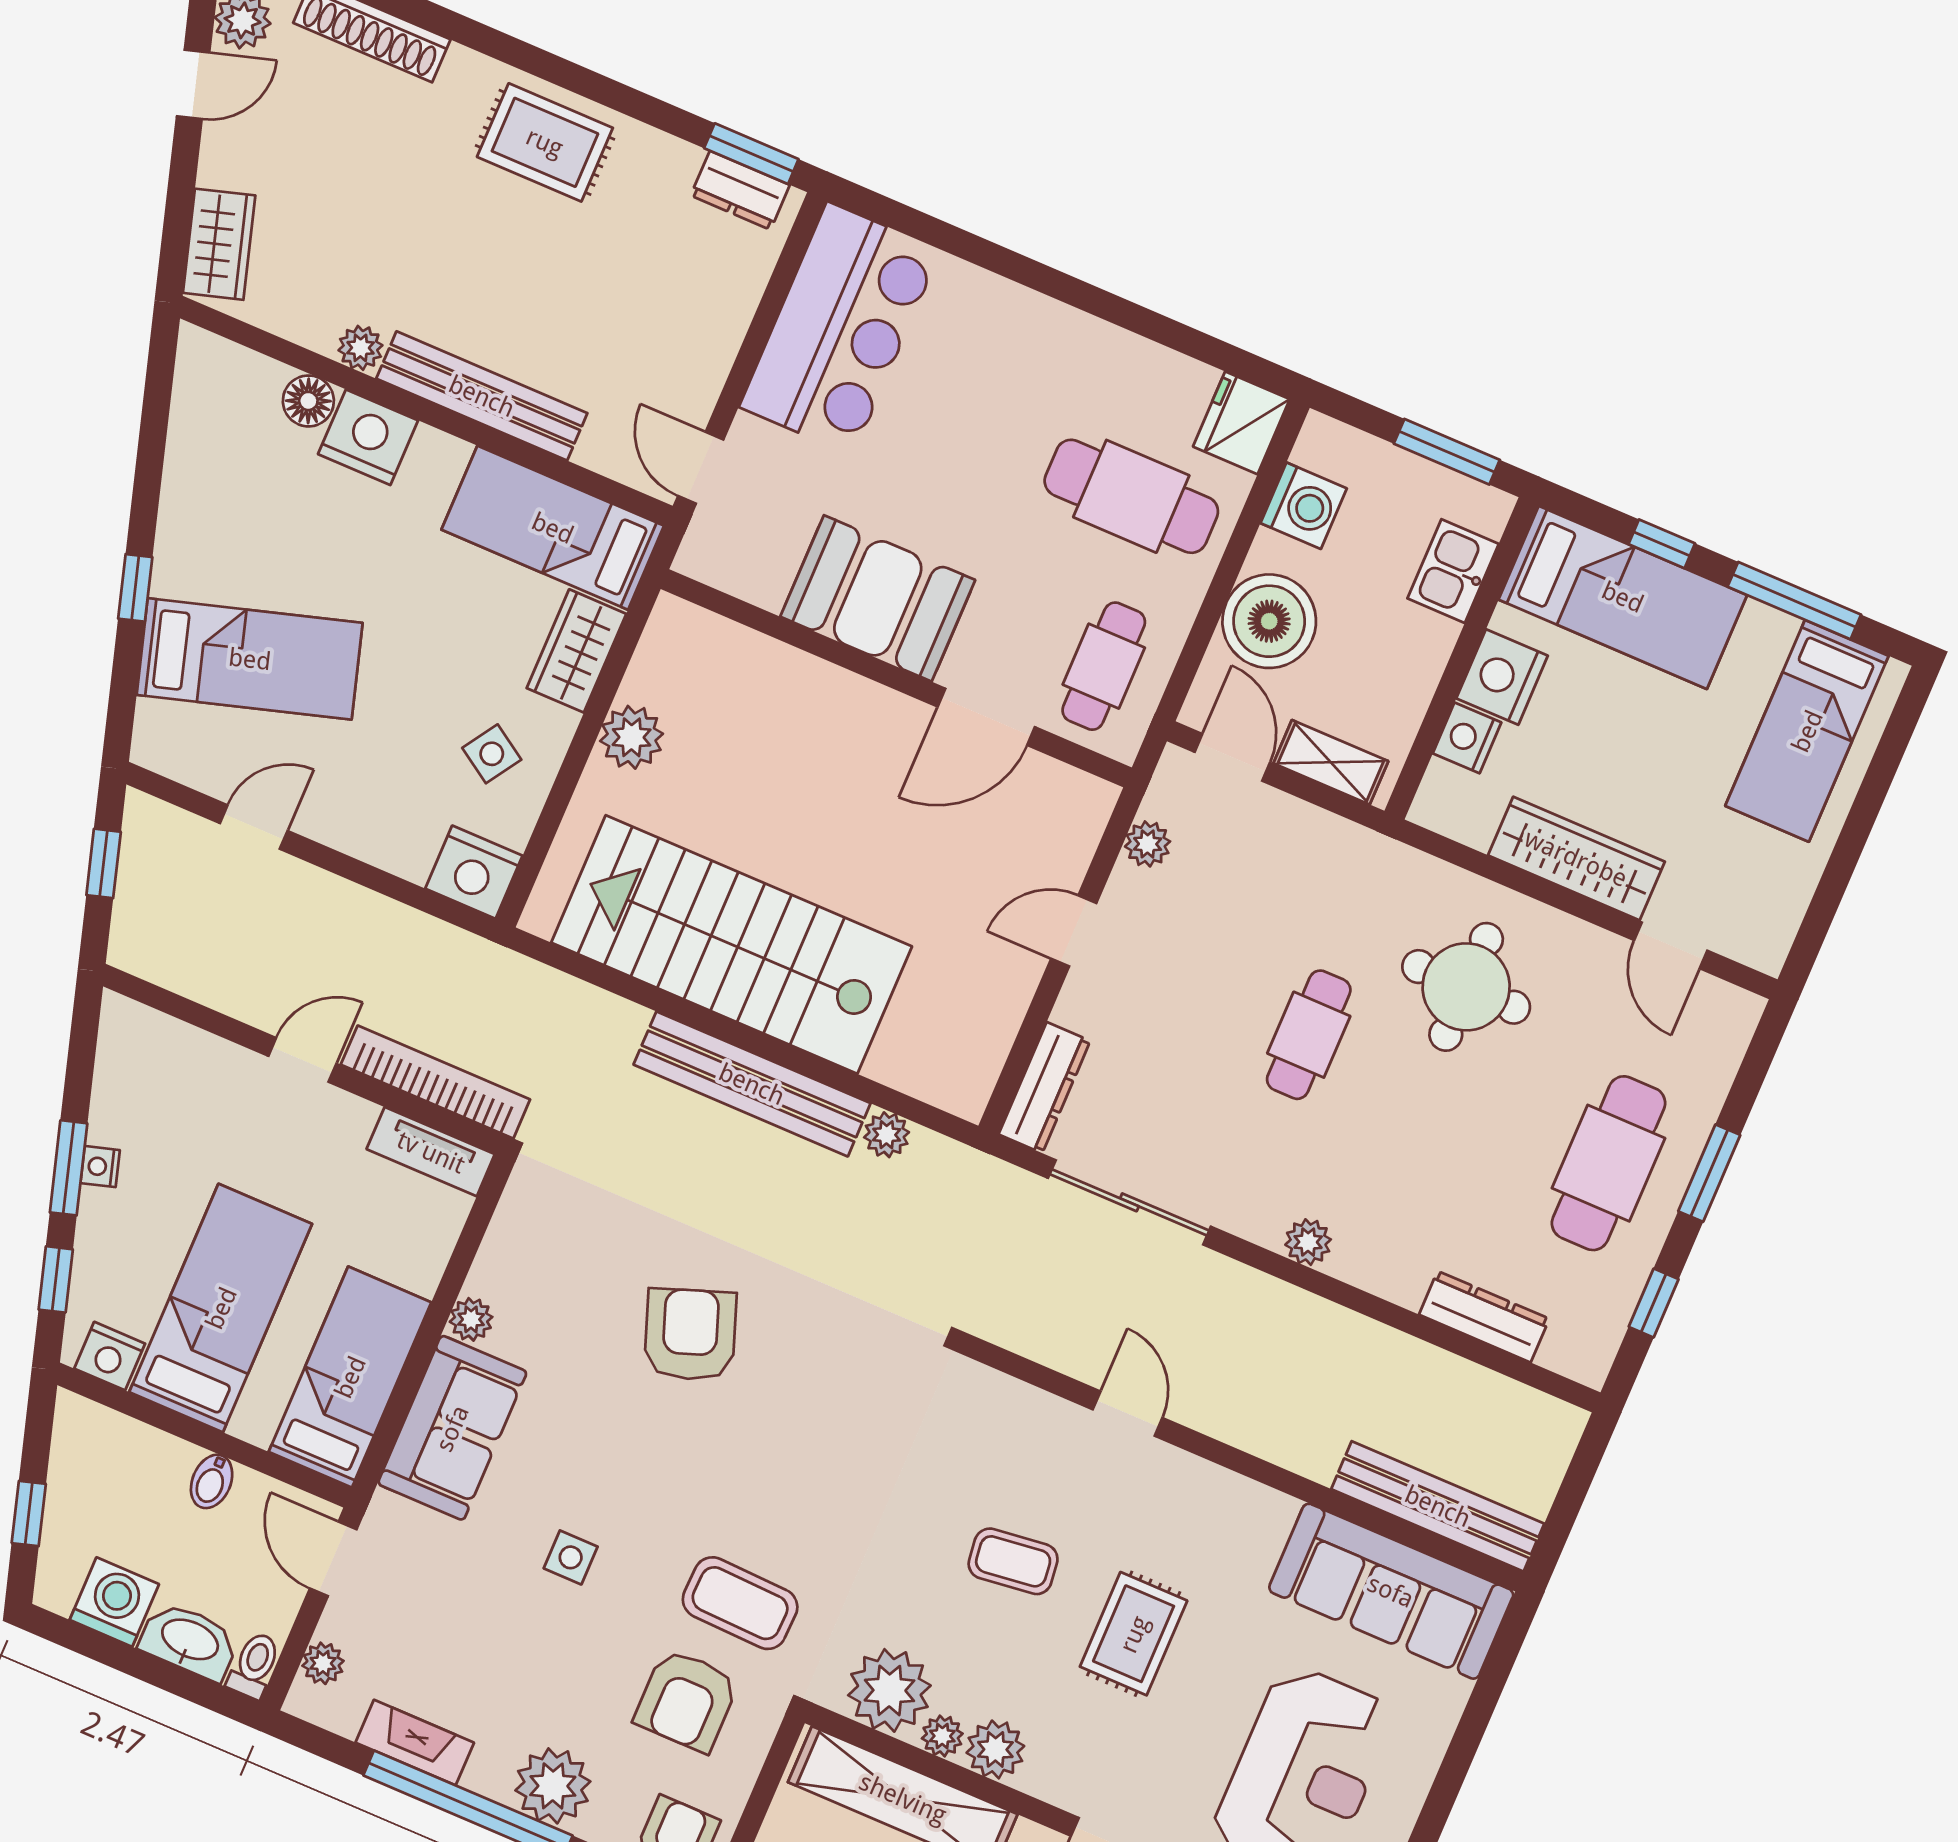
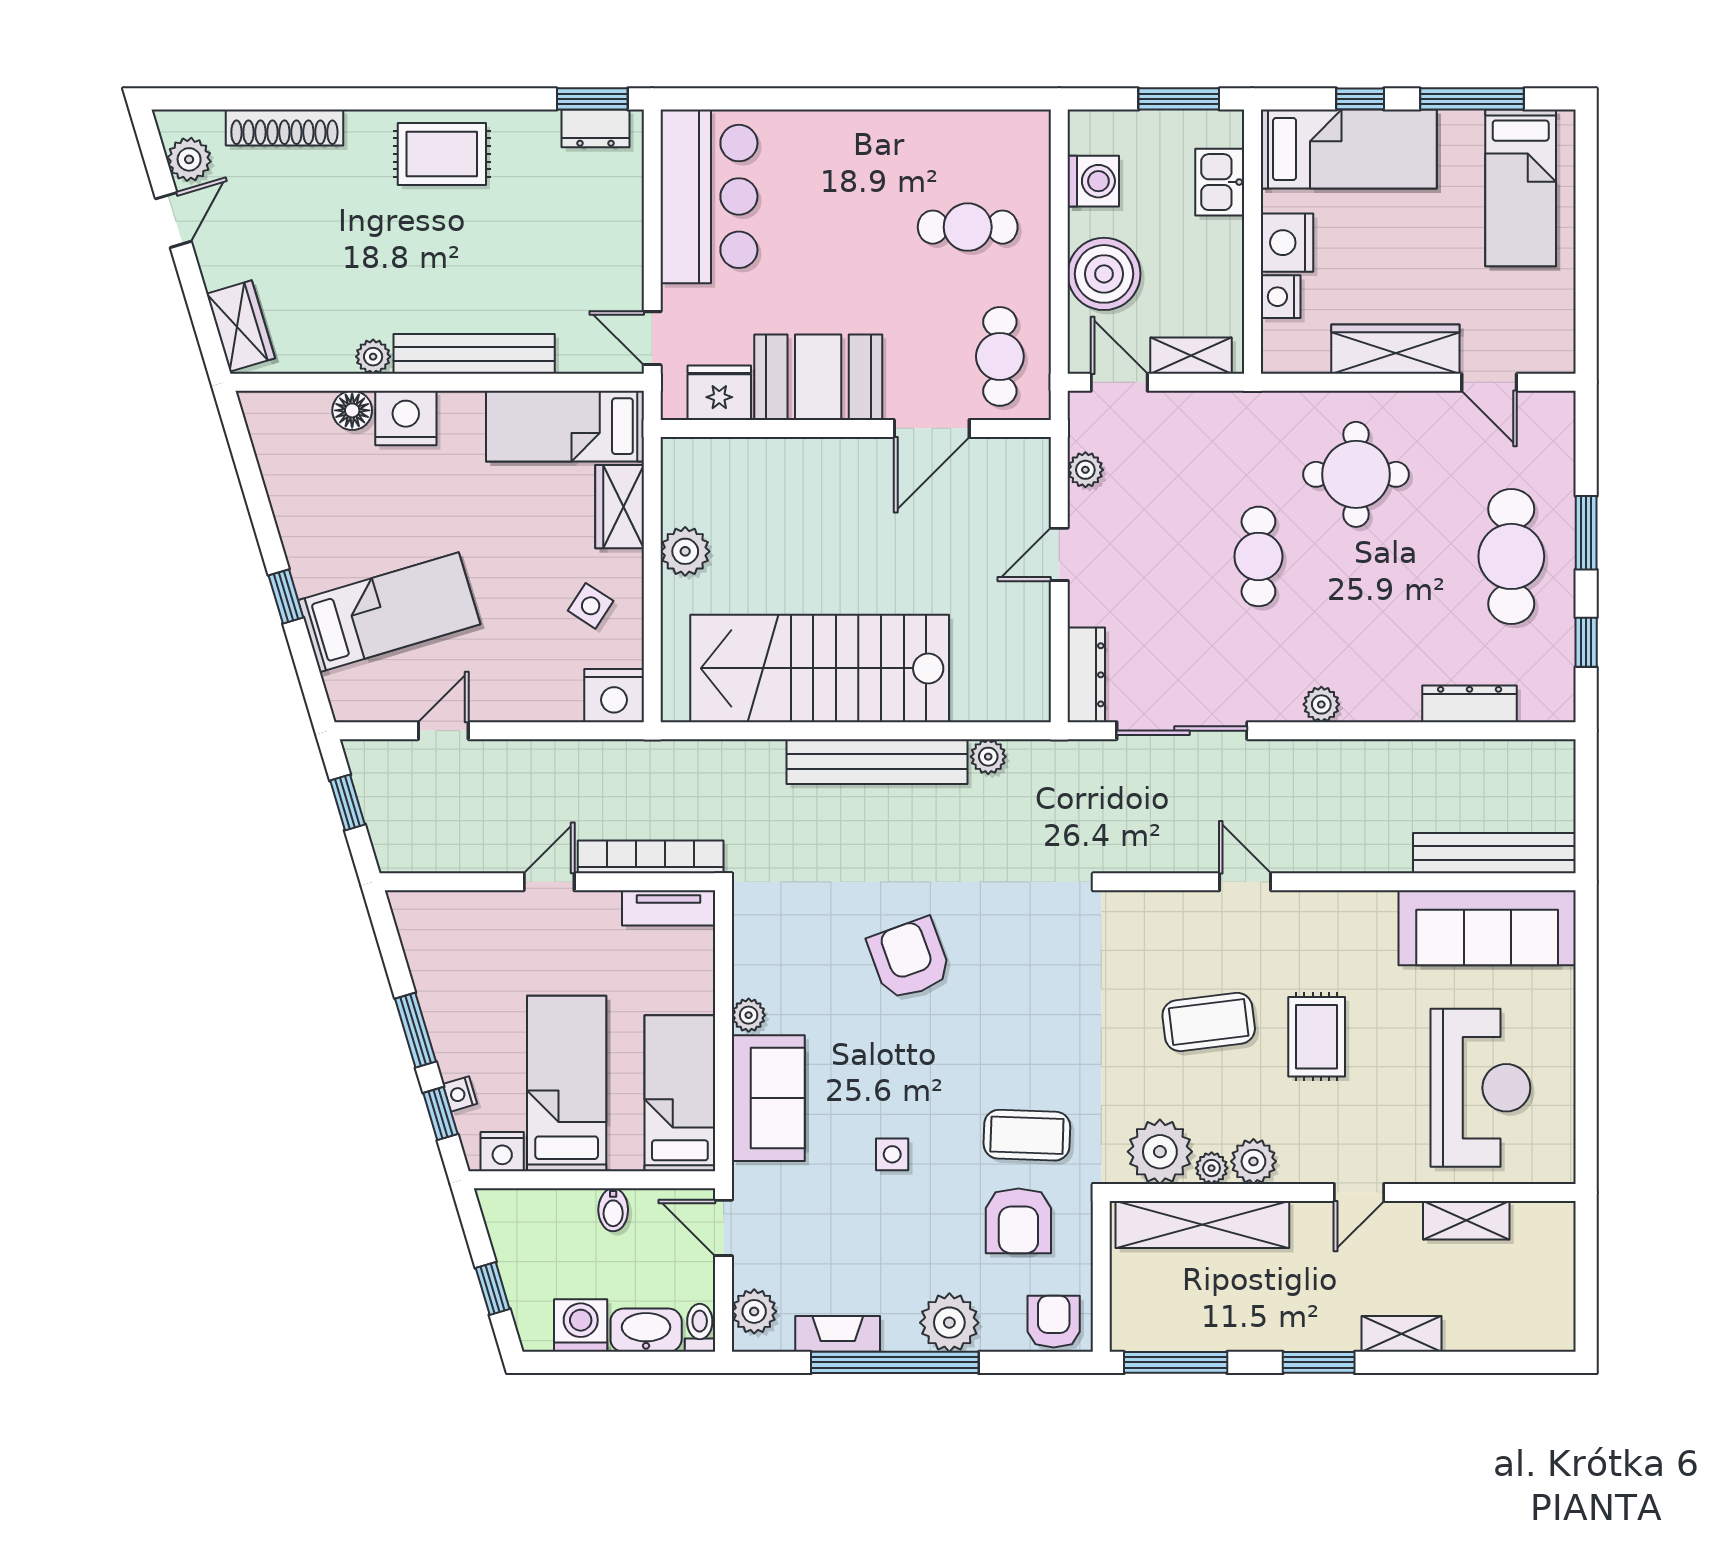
fridge: (1241, 423) -> (719, 393), moved, turned 90
cafe table: (1131, 496) -> (968, 227), width x0.73, depth x0.74
nightstand: (100, 1167) -> (460, 1094), moved
coffee table: (1013, 1561) -> (1209, 1022), width x1.36, depth x1.30
plant: (323, 1663) -> (754, 1311), width x1.38, depth x1.38

